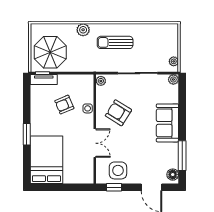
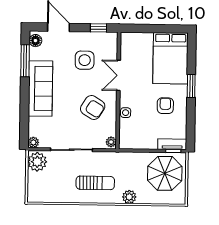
plant: (174, 61) -> (37, 162), width x1.88, depth x1.88
armchair: (64, 105) -> (165, 106), moved, turned -67
sofa: (167, 123) -> (40, 89), width x1.36
side table: (118, 170) -> (85, 60), moved

